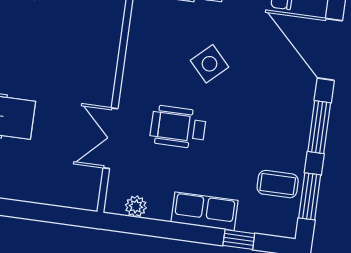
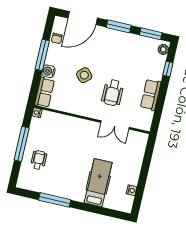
coffee table: (278, 184) -> (144, 48), removed
plant: (136, 206) -> (163, 49), moved
row of seats: (205, 211) -> (151, 95), moved

